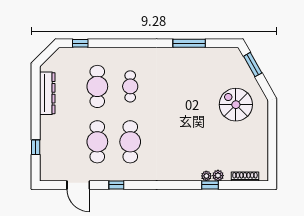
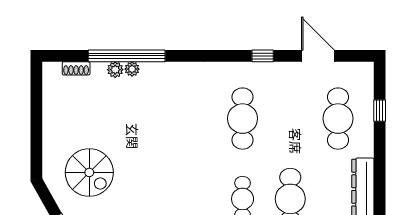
cafe table: (97, 142) -> (338, 119), moved
shoe rack: (245, 176) -> (76, 68), width x0.70
window: (210, 185) -> (127, 56), width x3.17

